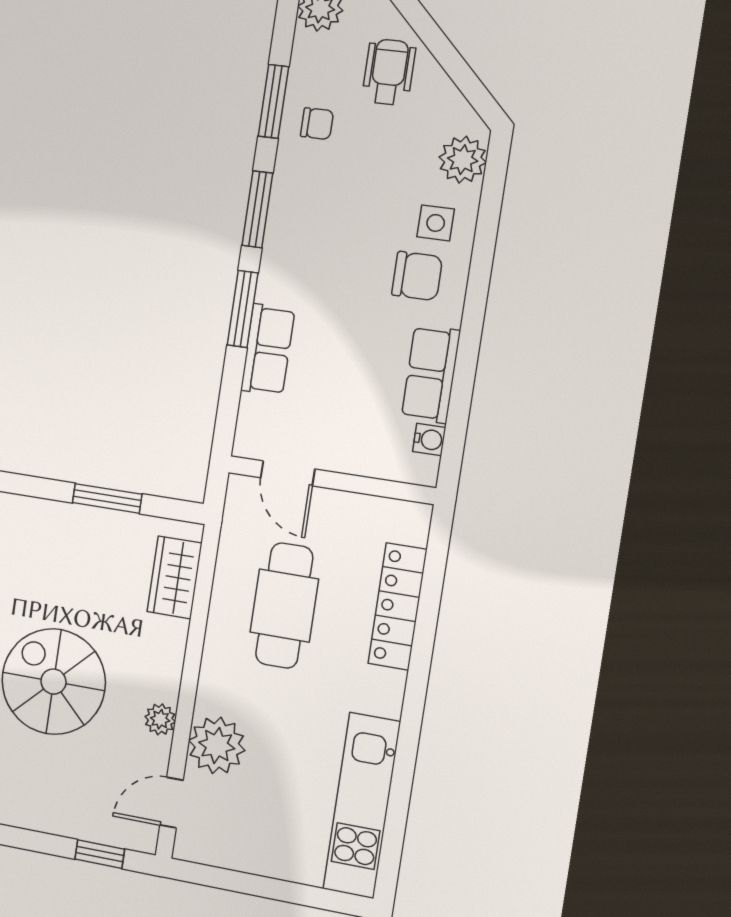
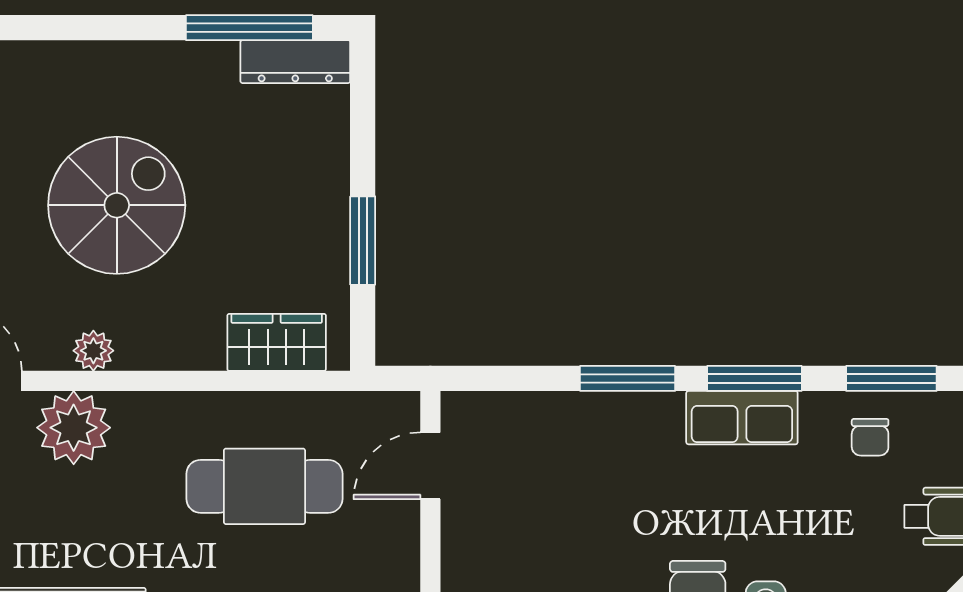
row of seats: (268, 350) -> (742, 418), moved

